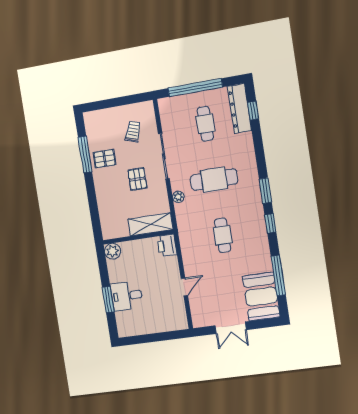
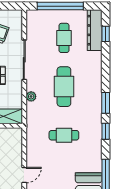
cafe table: (214, 180) -> (64, 87), turned 90
cafe table: (223, 235) -> (64, 135), turned 90
printer: (167, 245) -> (15, 137), removed

